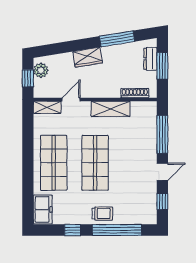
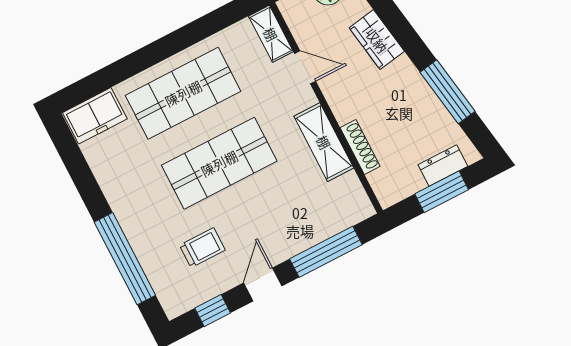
wardrobe: (88, 57) -> (377, 40), moved
shoe rack: (135, 93) -> (360, 147), moved
door: (162, 172) -> (263, 284), swing flipped
trolley: (102, 214) -> (202, 248), moved, turned -90
window: (73, 230) -> (86, 184), removed

